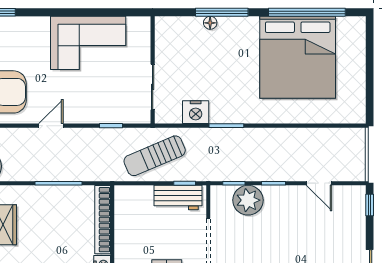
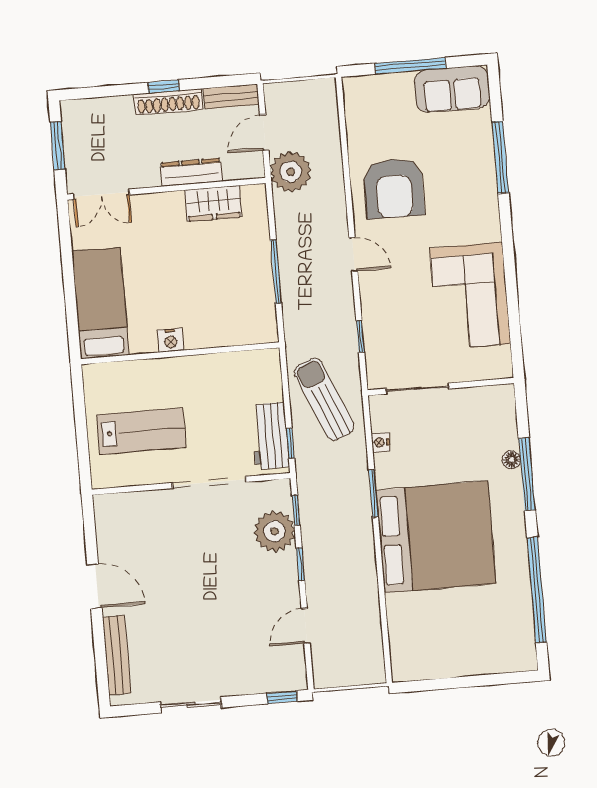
bed: (298, 57) -> (436, 537), moved, turned 180
nightstand: (196, 112) -> (381, 442), width x0.53, depth x0.56
bookcase: (103, 220) -> (231, 336), removed

